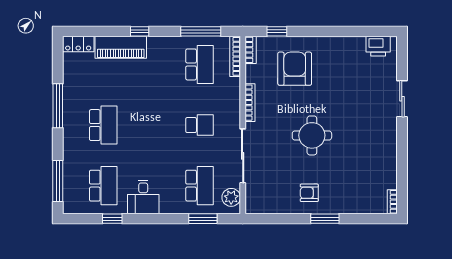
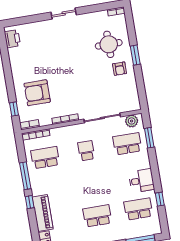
window: (201, 31) -> (25, 176), moved
sliding door: (402, 99) -> (64, 13), moved
round table: (312, 135) -> (109, 44), moved

